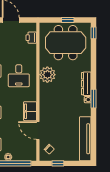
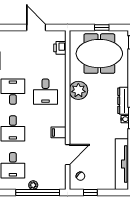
filing cabinet: (30, 111) -> (58, 132), width x0.50
door: (38, 130) -> (68, 155), swing flipped

